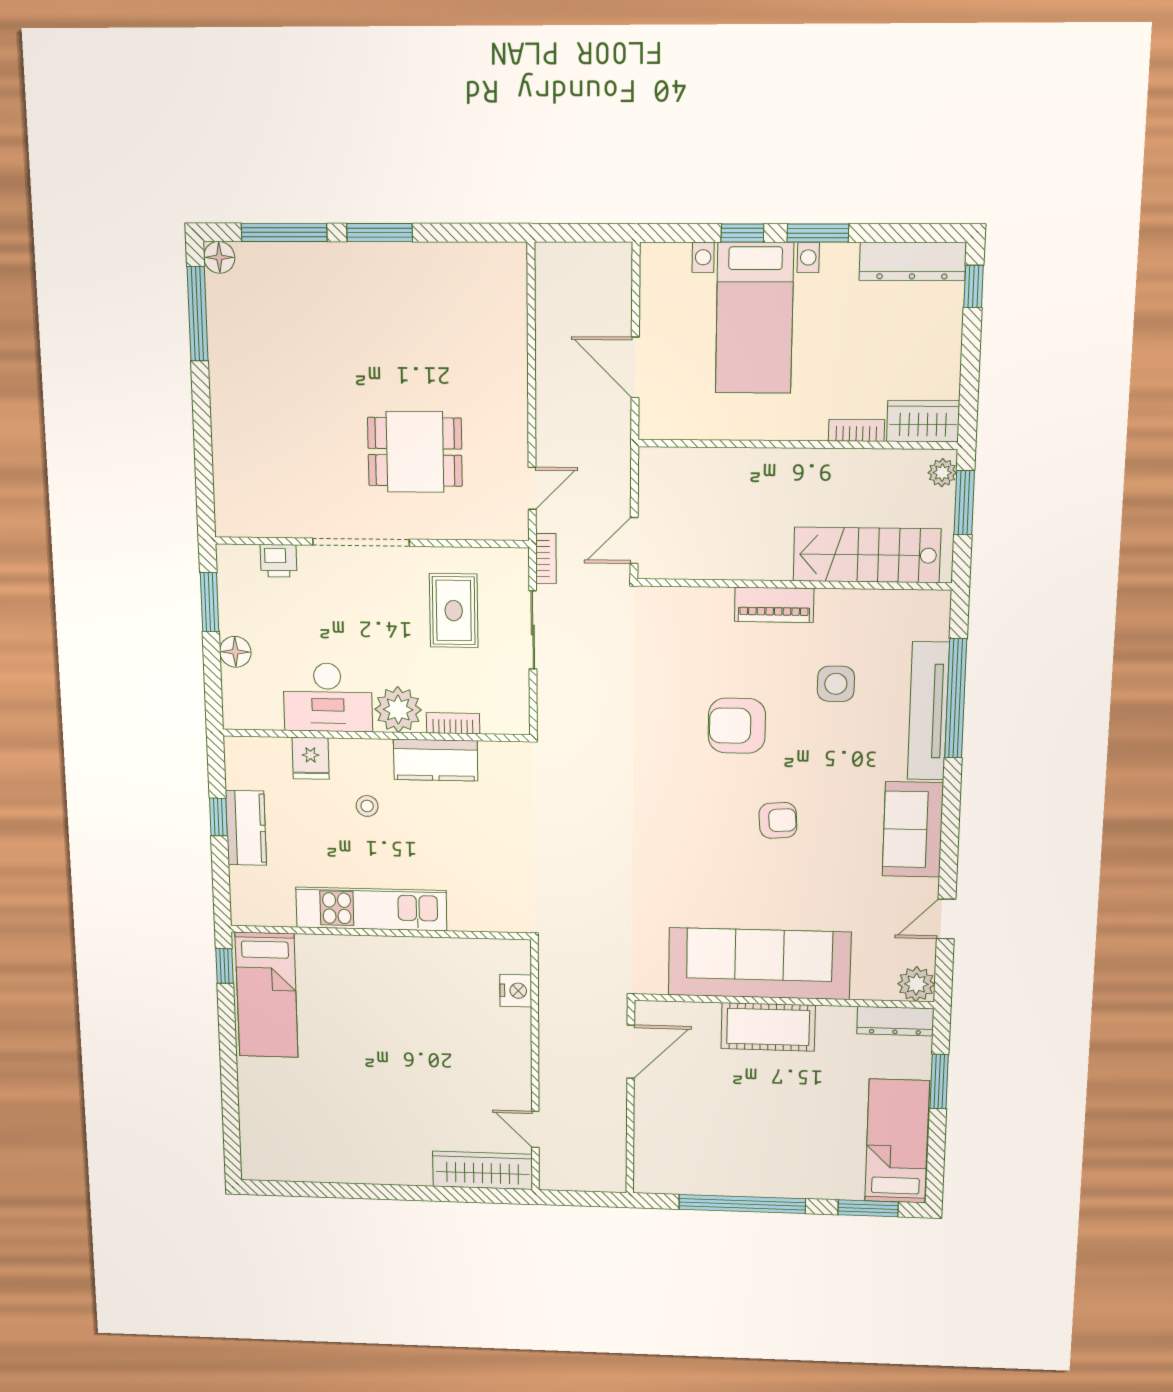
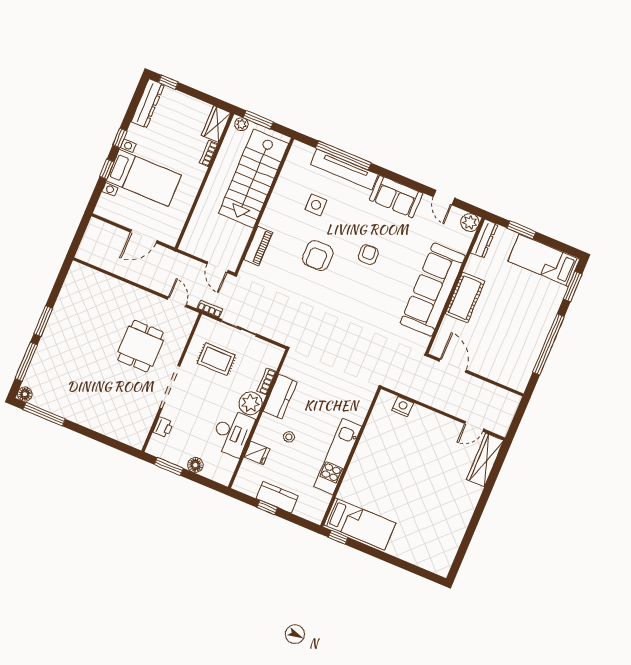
window: (818, 233) -> (120, 138), width x0.67
stairs: (867, 555) -> (254, 178), width x1.36, depth x1.51
piano: (774, 605) -> (258, 246), moved

